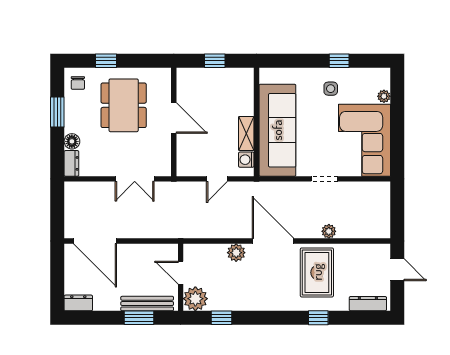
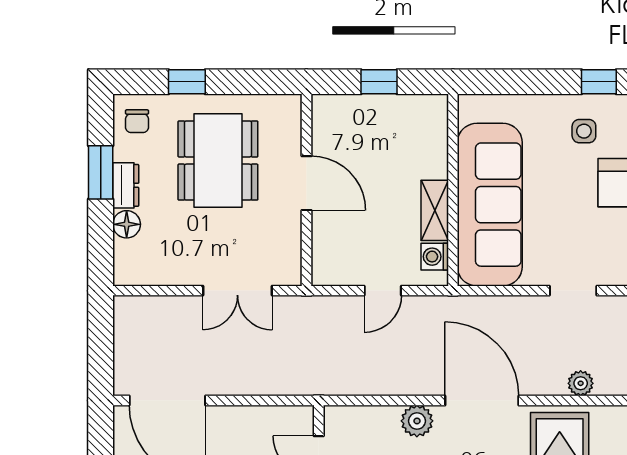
dresser: (71, 163) -> (126, 185), moved

